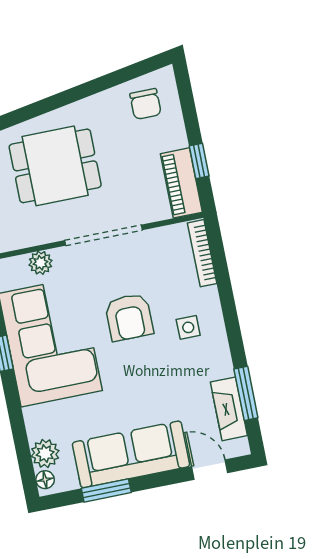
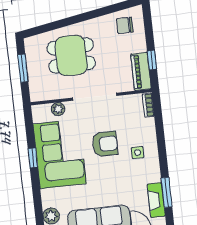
chair: (145, 104) -> (125, 25), turned 90
bookcase: (202, 253) -> (148, 105), width x0.64
armchair: (129, 317) -> (105, 144), turned -90

